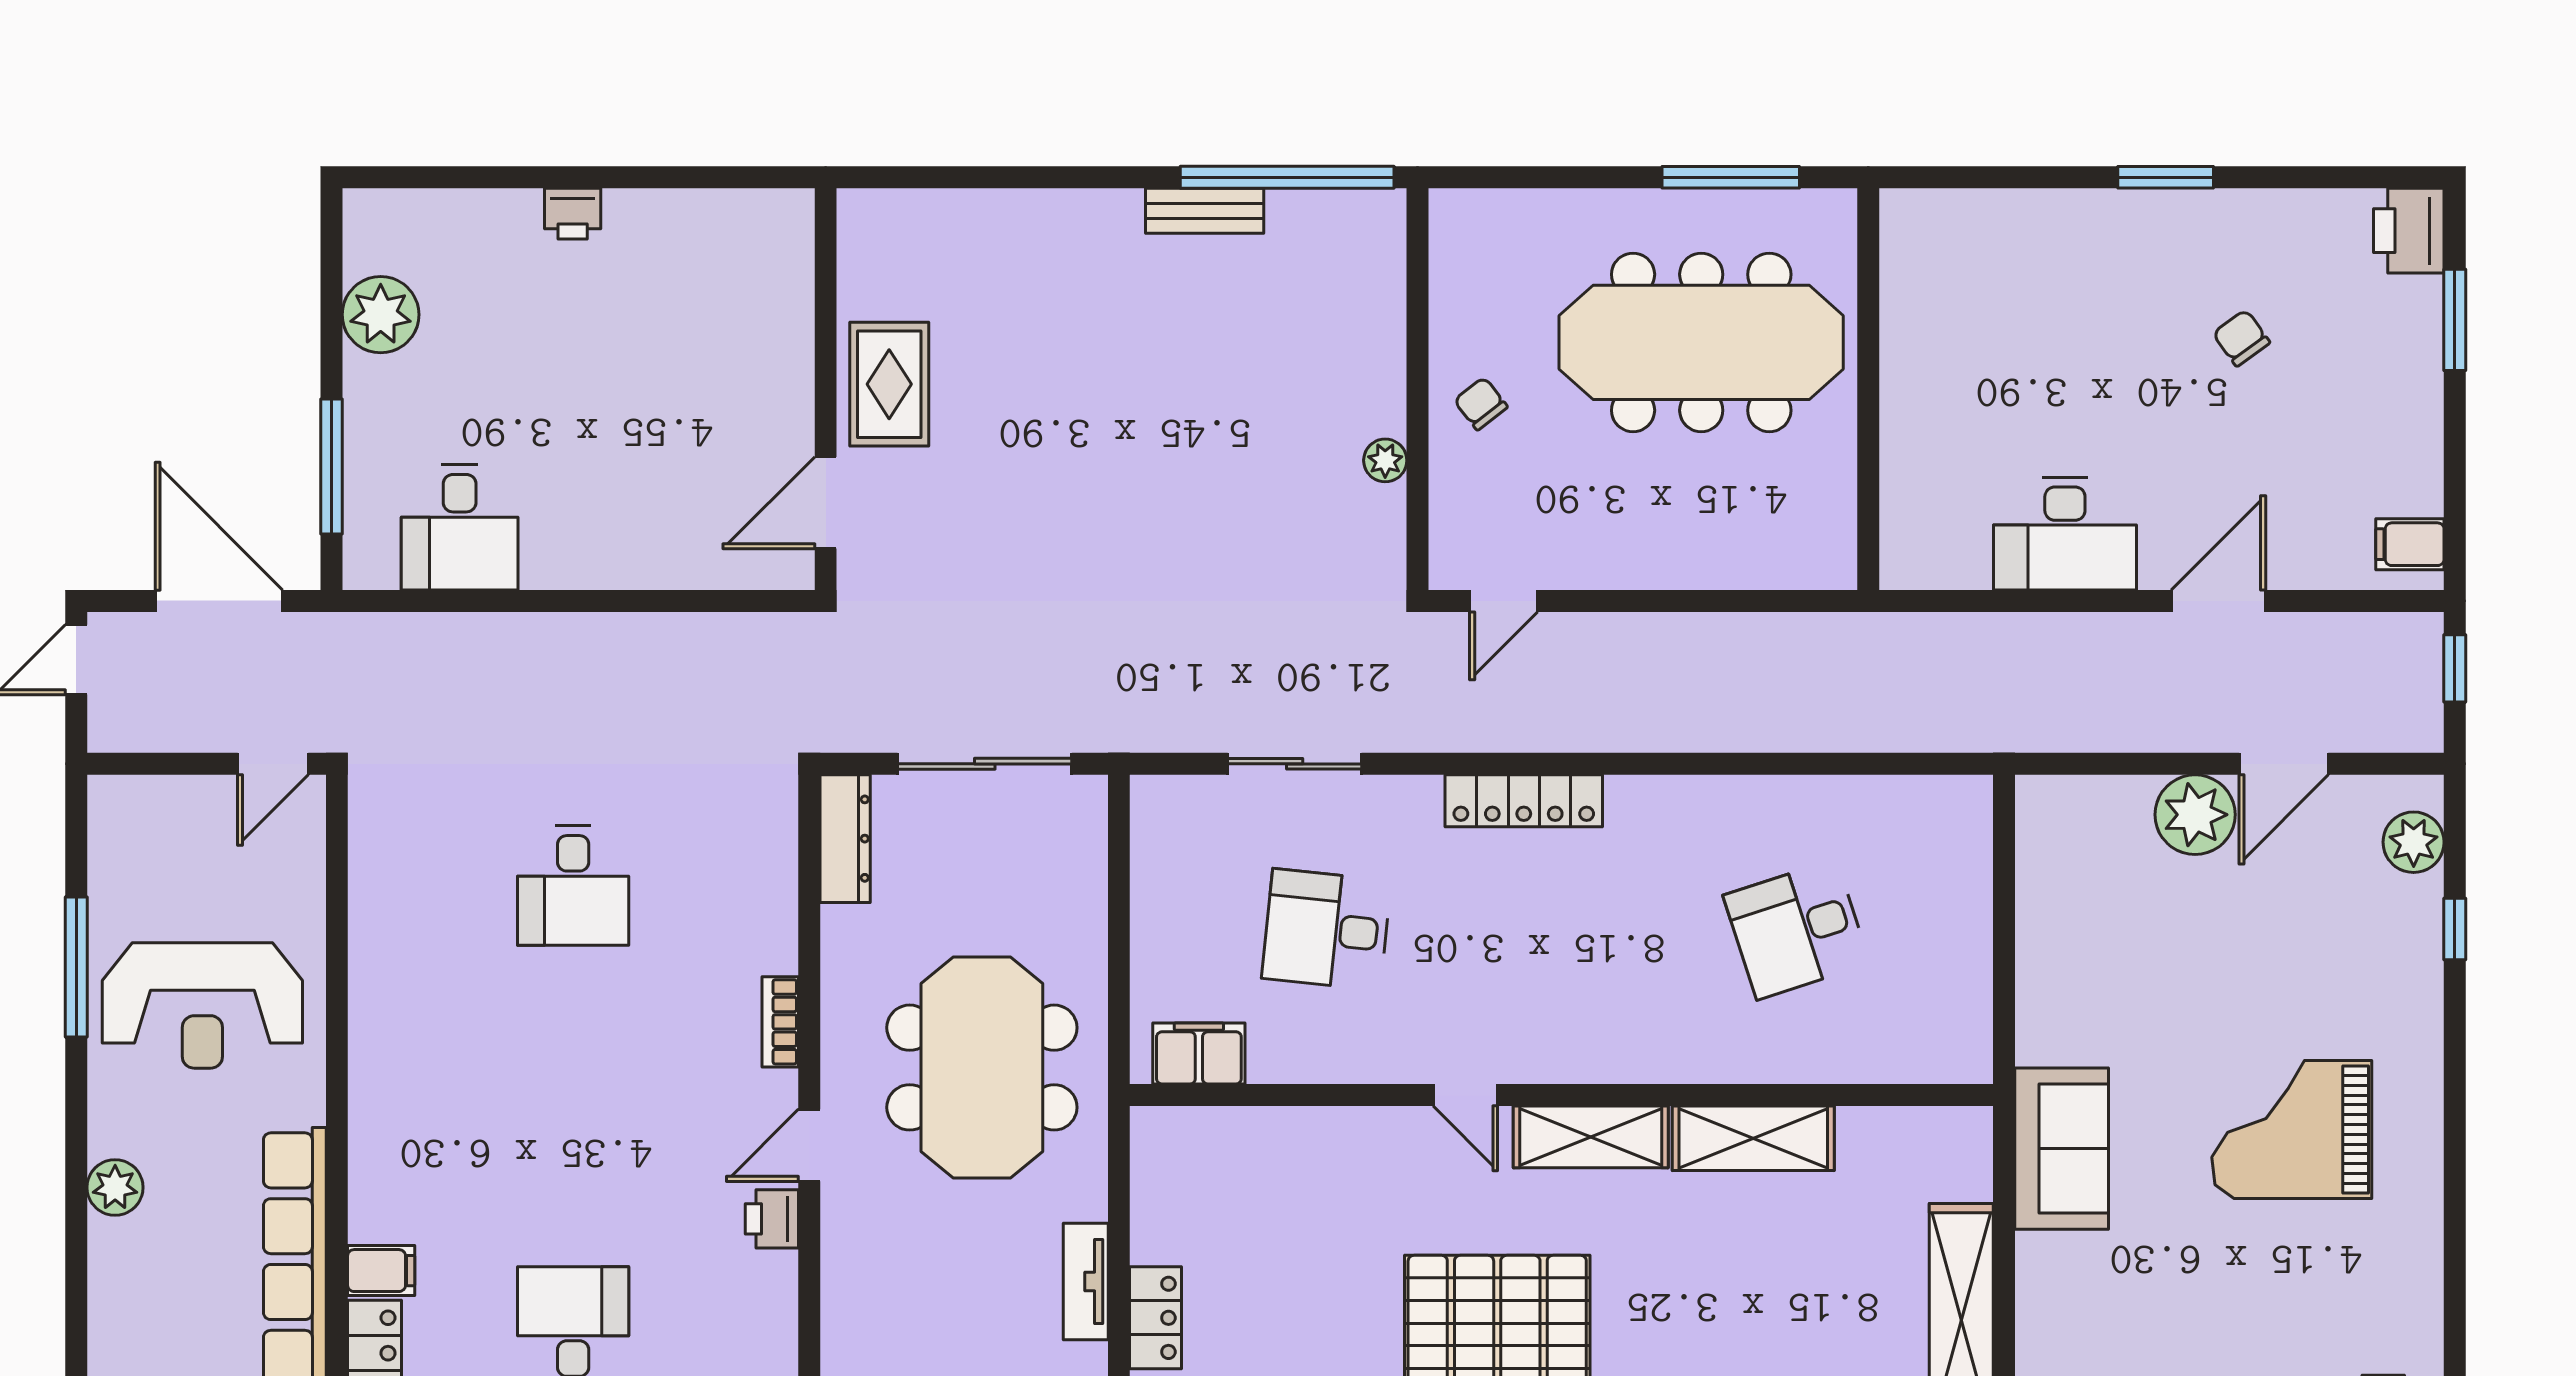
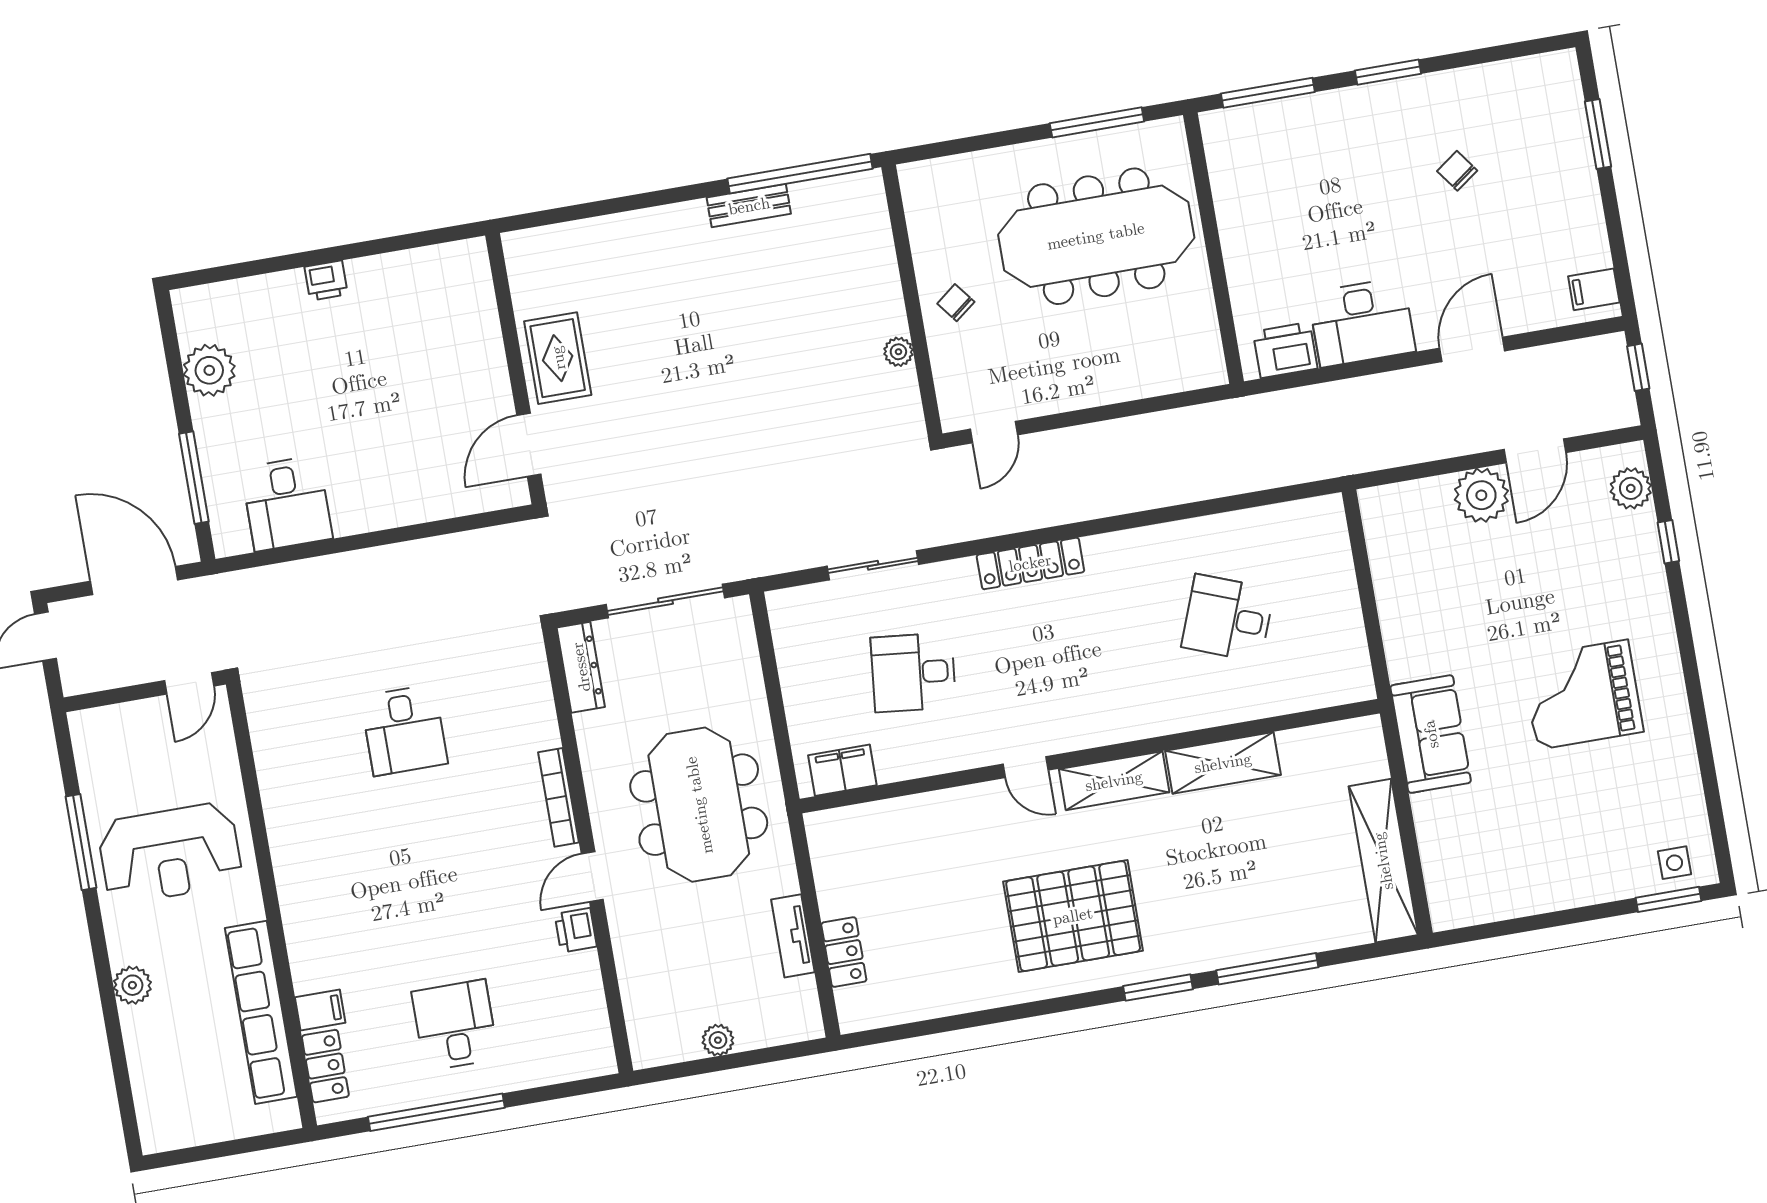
window: (1986, 177) -> (1268, 93), added
printer: (2409, 231) -> (1285, 350), moved, turned 90
desk: (1796, 929) -> (1228, 618), turned 39
bookcase: (780, 1022) -> (559, 797), width x1.56

